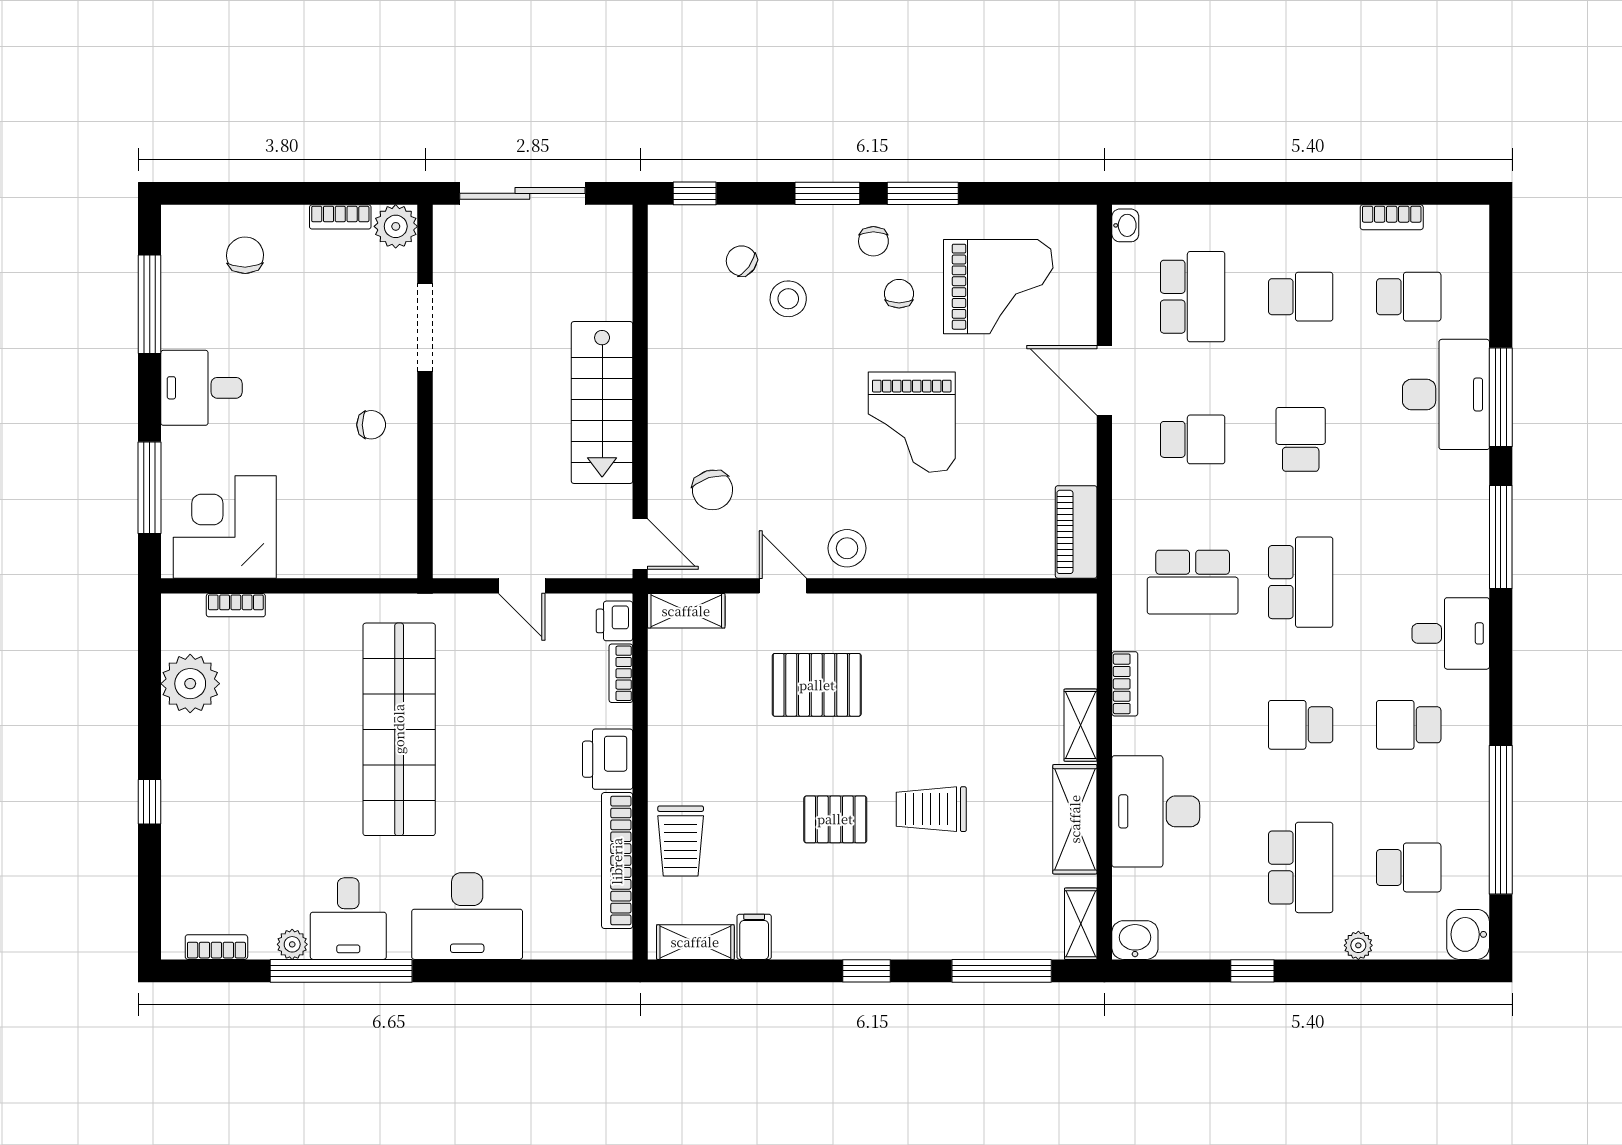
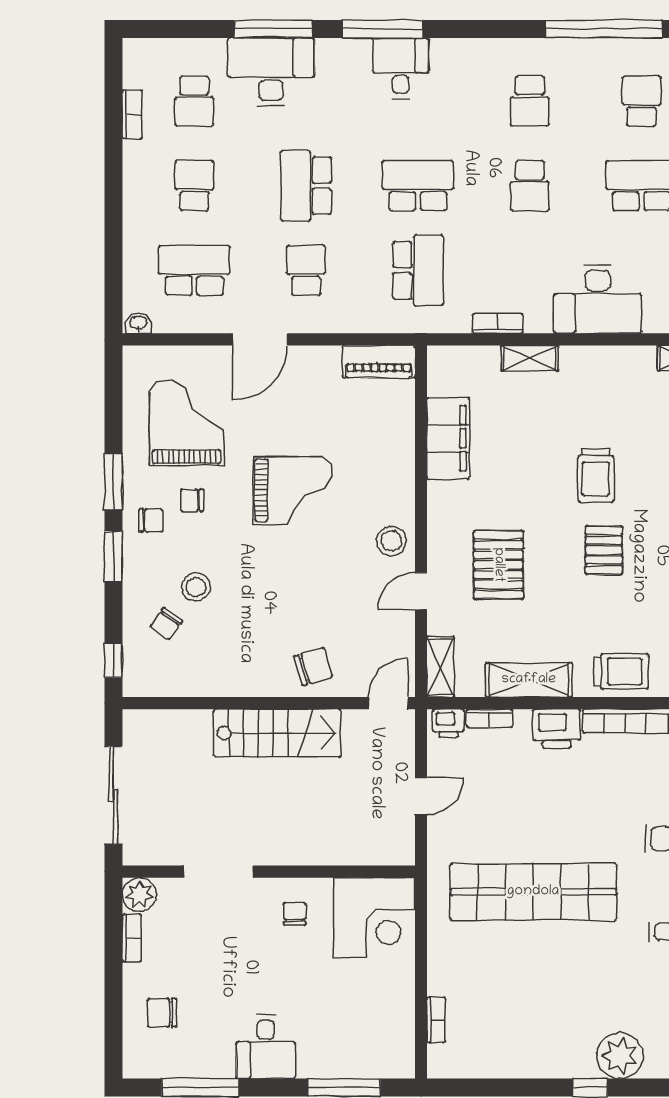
school desk: (1409, 297) -> (194, 101), turned 180
school desk: (1301, 439) -> (306, 186), width x1.85
chair: (712, 490) -> (313, 666), moved
corner desk: (225, 527) -> (374, 918), moved, turned -90
filing cabinet: (978, 621) -> (448, 438), added
desk: (1451, 633) -> (401, 68), moved
plant: (190, 684) -> (620, 1056), moved
shelving: (1075, 819) -> (529, 680), moved

